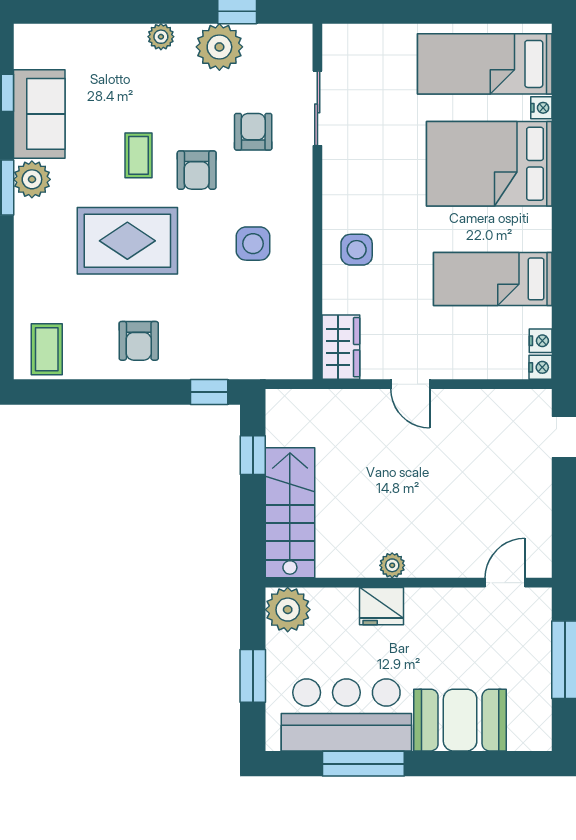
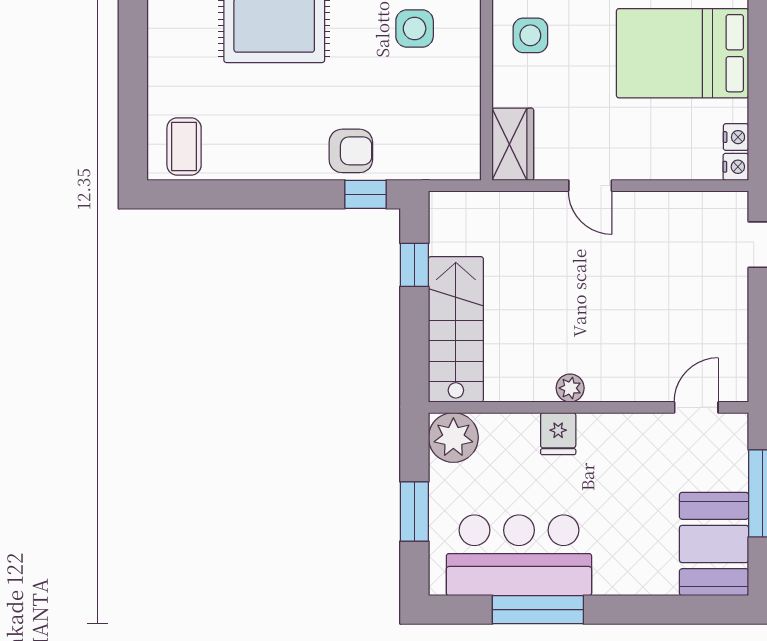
bed: (493, 279) -> (683, 53), width x1.50
armchair: (139, 341) -> (351, 151), moved, turned -90
fridge: (381, 606) -> (558, 434), width x0.72
booth: (460, 720) -> (714, 544), moved, turned 90

